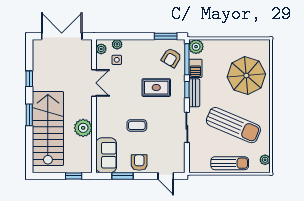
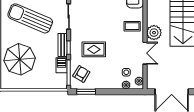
plant: (196, 47) -> (61, 83), removed
double door: (94, 83) -> (145, 53), swing flipped
coffee table: (137, 125) -> (132, 26), moved
plant: (83, 128) -> (154, 33), moved

